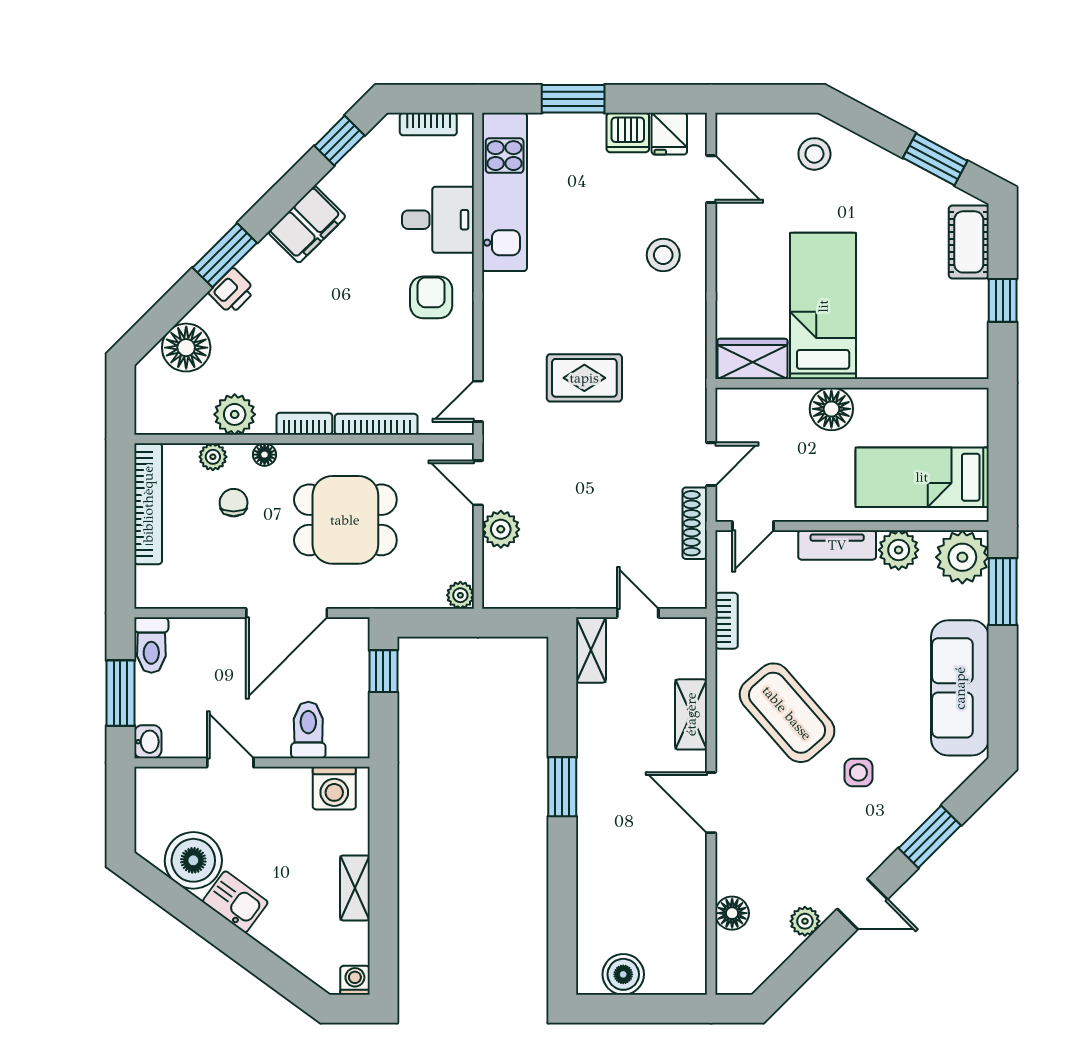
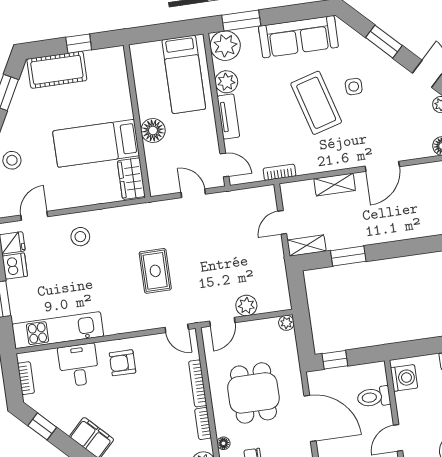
cot: (969, 242) -> (57, 70), width x1.37, depth x1.34
shoe rack: (695, 523) -> (228, 198), removed
coffee table: (787, 713) -> (316, 103), moved, turned -65
window: (562, 787) -> (348, 256), moved

